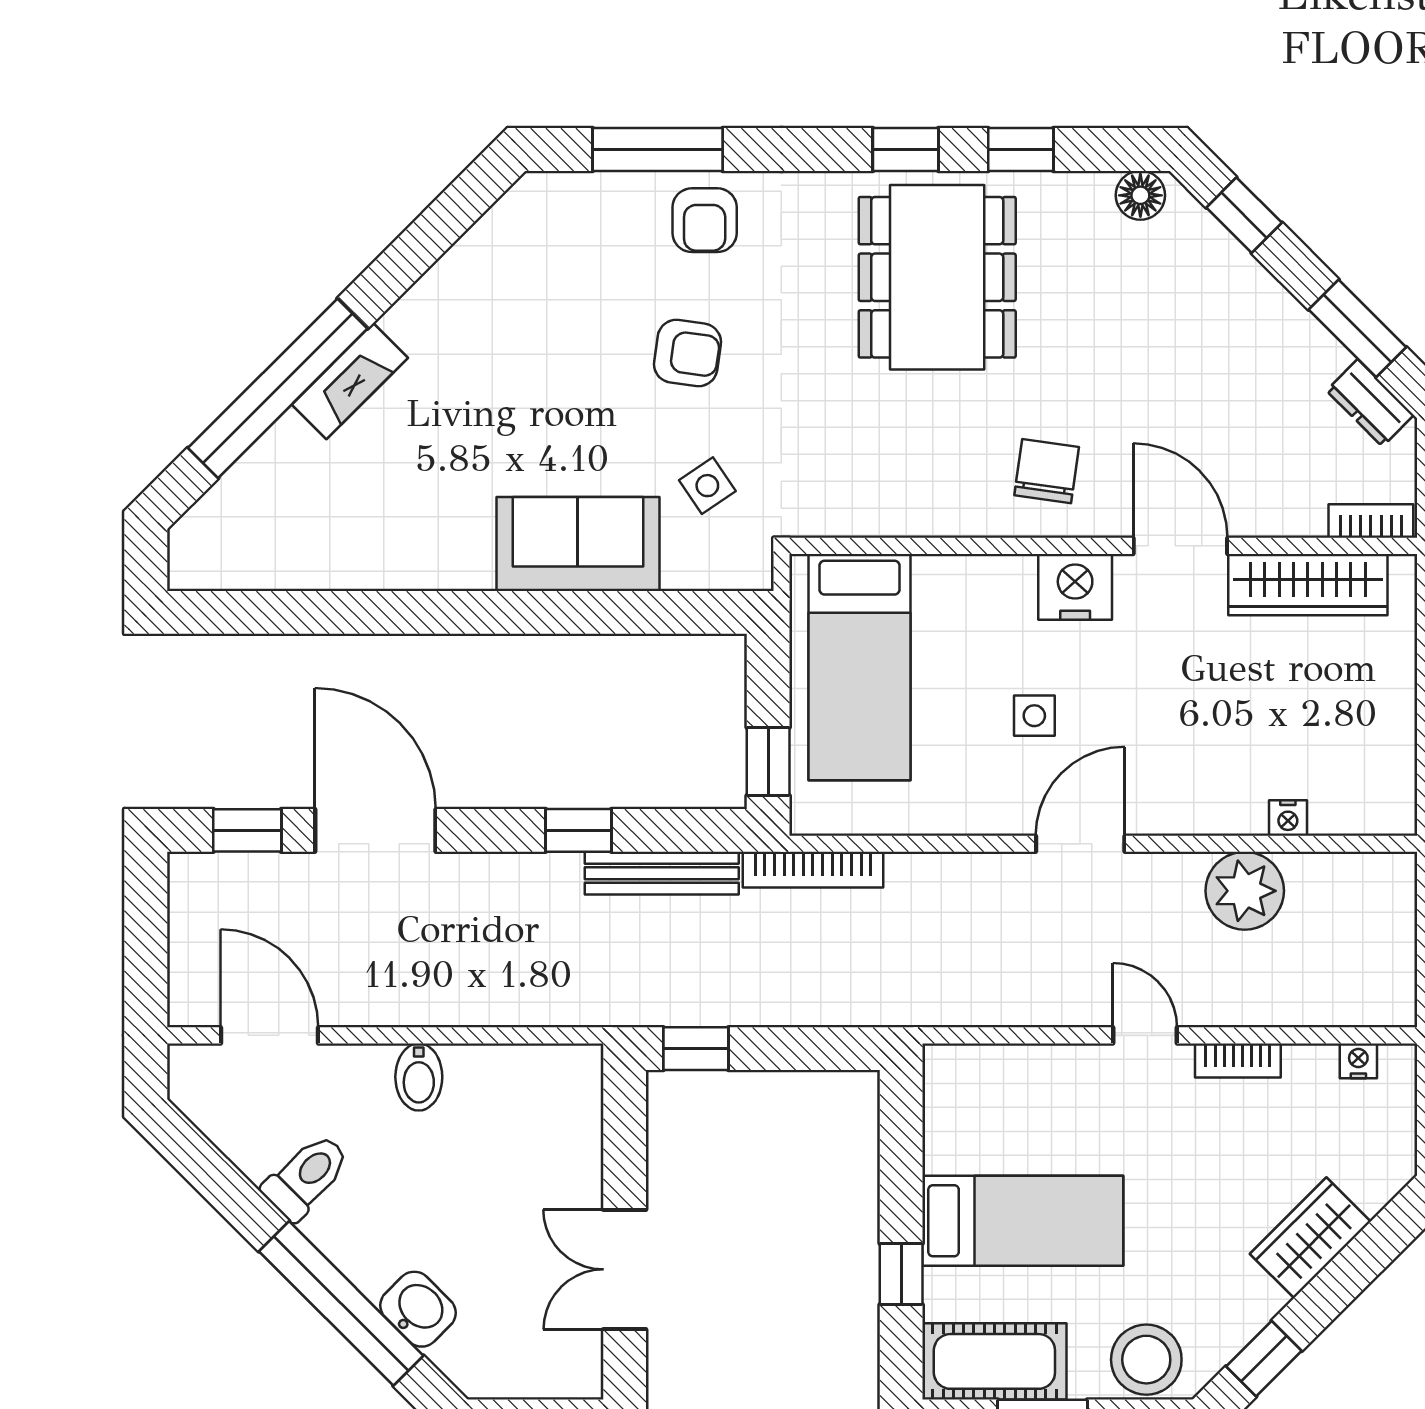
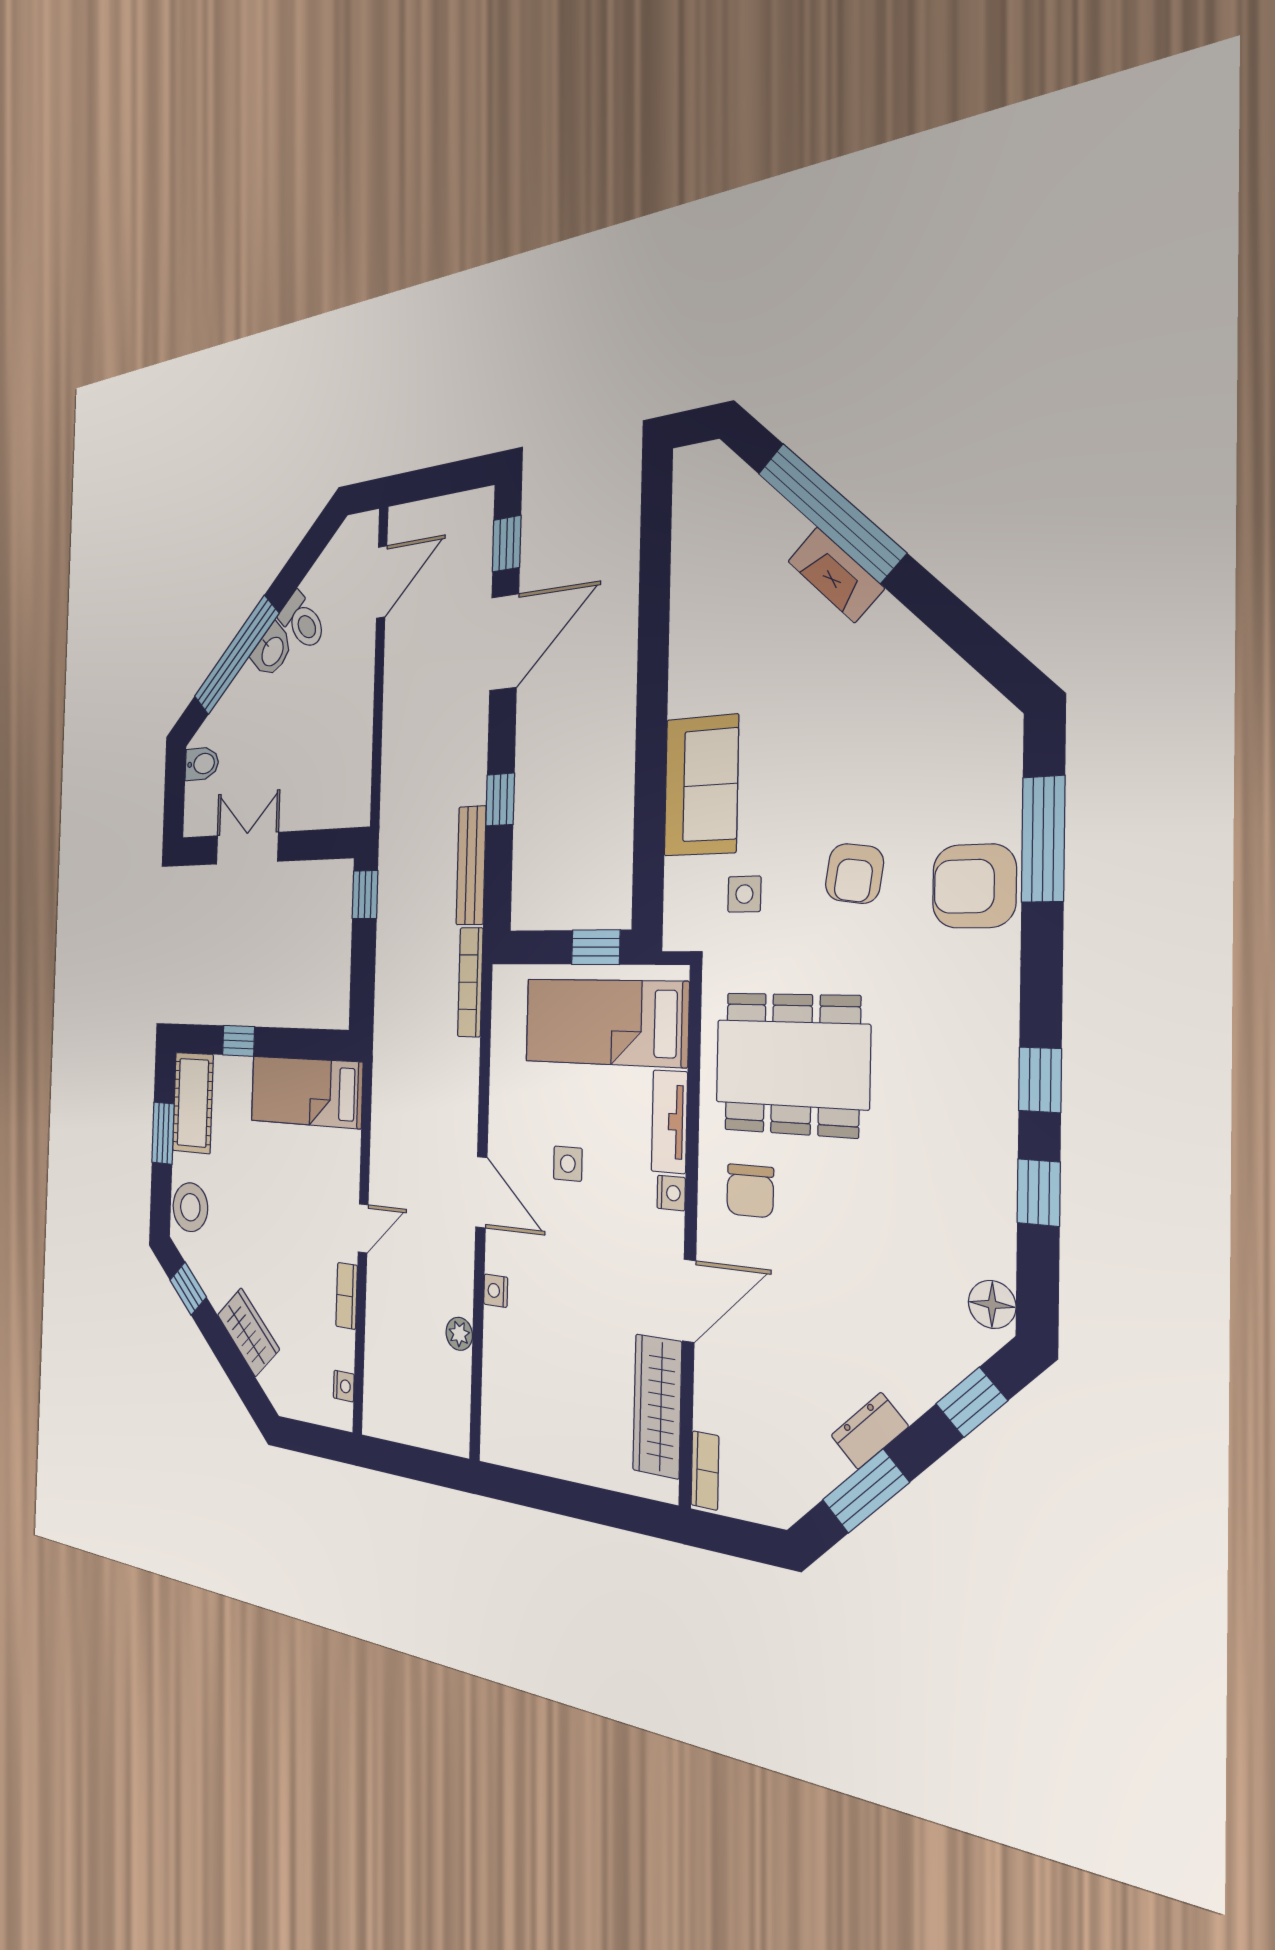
armchair: (705, 220) -> (974, 886), width x1.38, depth x1.38
dining table: (937, 277) -> (792, 1064), moved
dresser: (1370, 403) -> (869, 1431), moved
chair: (1047, 471) -> (750, 1191), turned 82
side table: (707, 486) -> (744, 894), turned 34
tv unit: (974, 577) -> (669, 1122), added
nightstand: (1075, 587) -> (671, 1193), width x0.53, depth x0.56
window: (768, 762) -> (596, 947), moved
nightstand: (1288, 818) -> (496, 1291), moved
plant: (1245, 891) -> (459, 1334), width x0.53, depth x0.53
bidet: (419, 1077) -> (202, 764), moved, turned 180
bed: (1023, 1221) -> (306, 1092), moved, turned 90
washbasin: (418, 1309) -> (272, 651), moved

